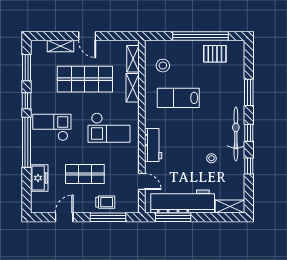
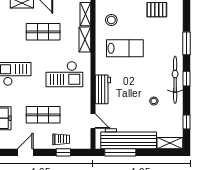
shop shelf: (85, 79) -> (43, 32), width x0.70, depth x0.74
lab bench: (178, 98) -> (125, 48), turned 180
window: (249, 166) -> (186, 122), moved
window: (108, 217) -> (63, 152), width x0.46

